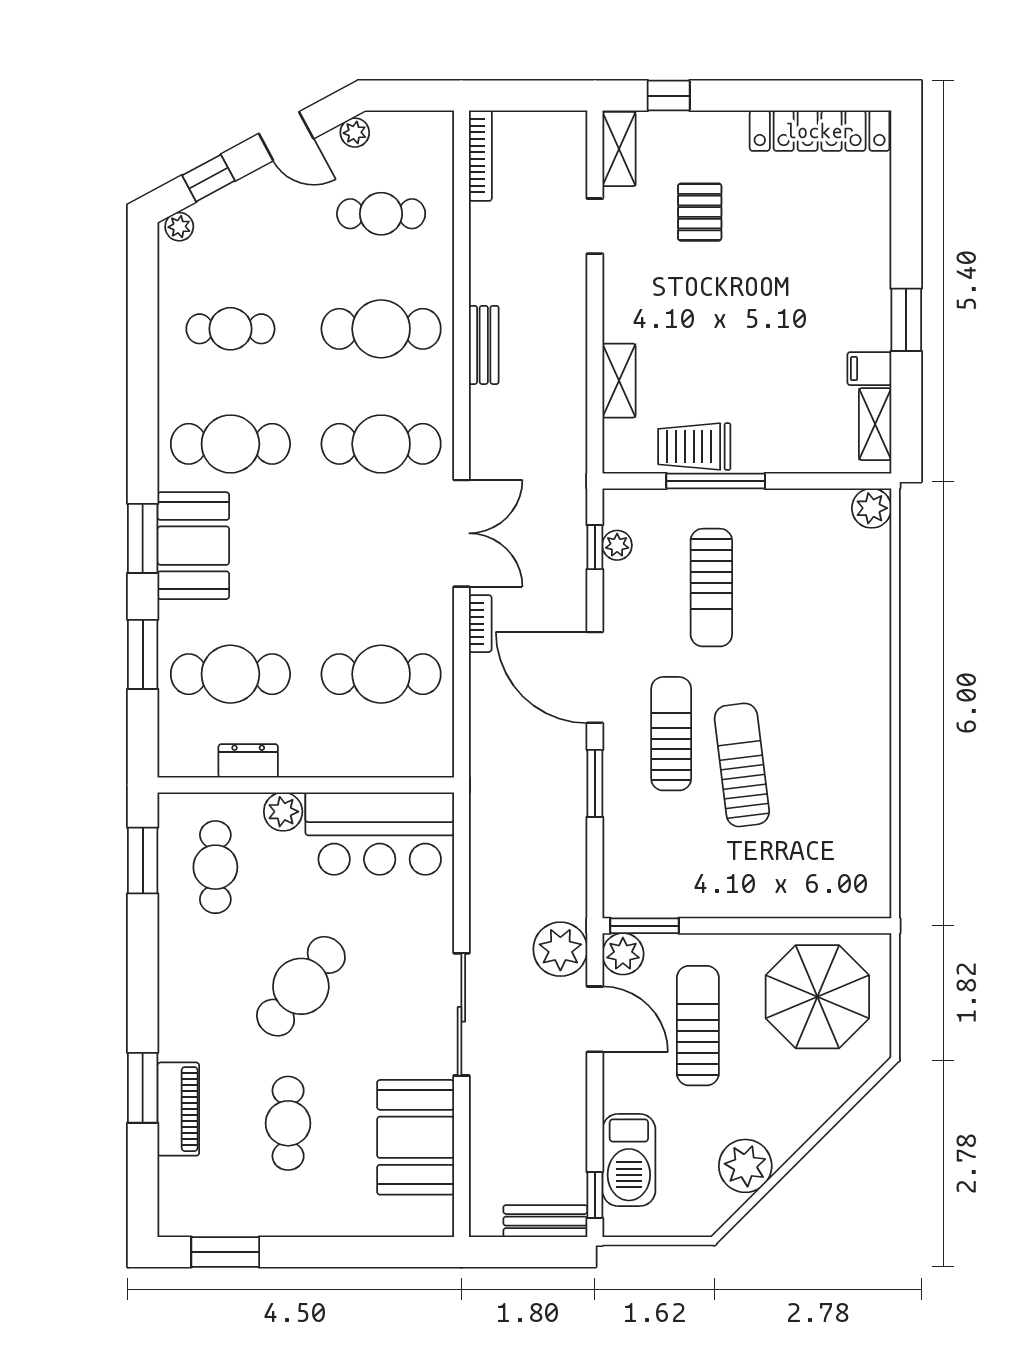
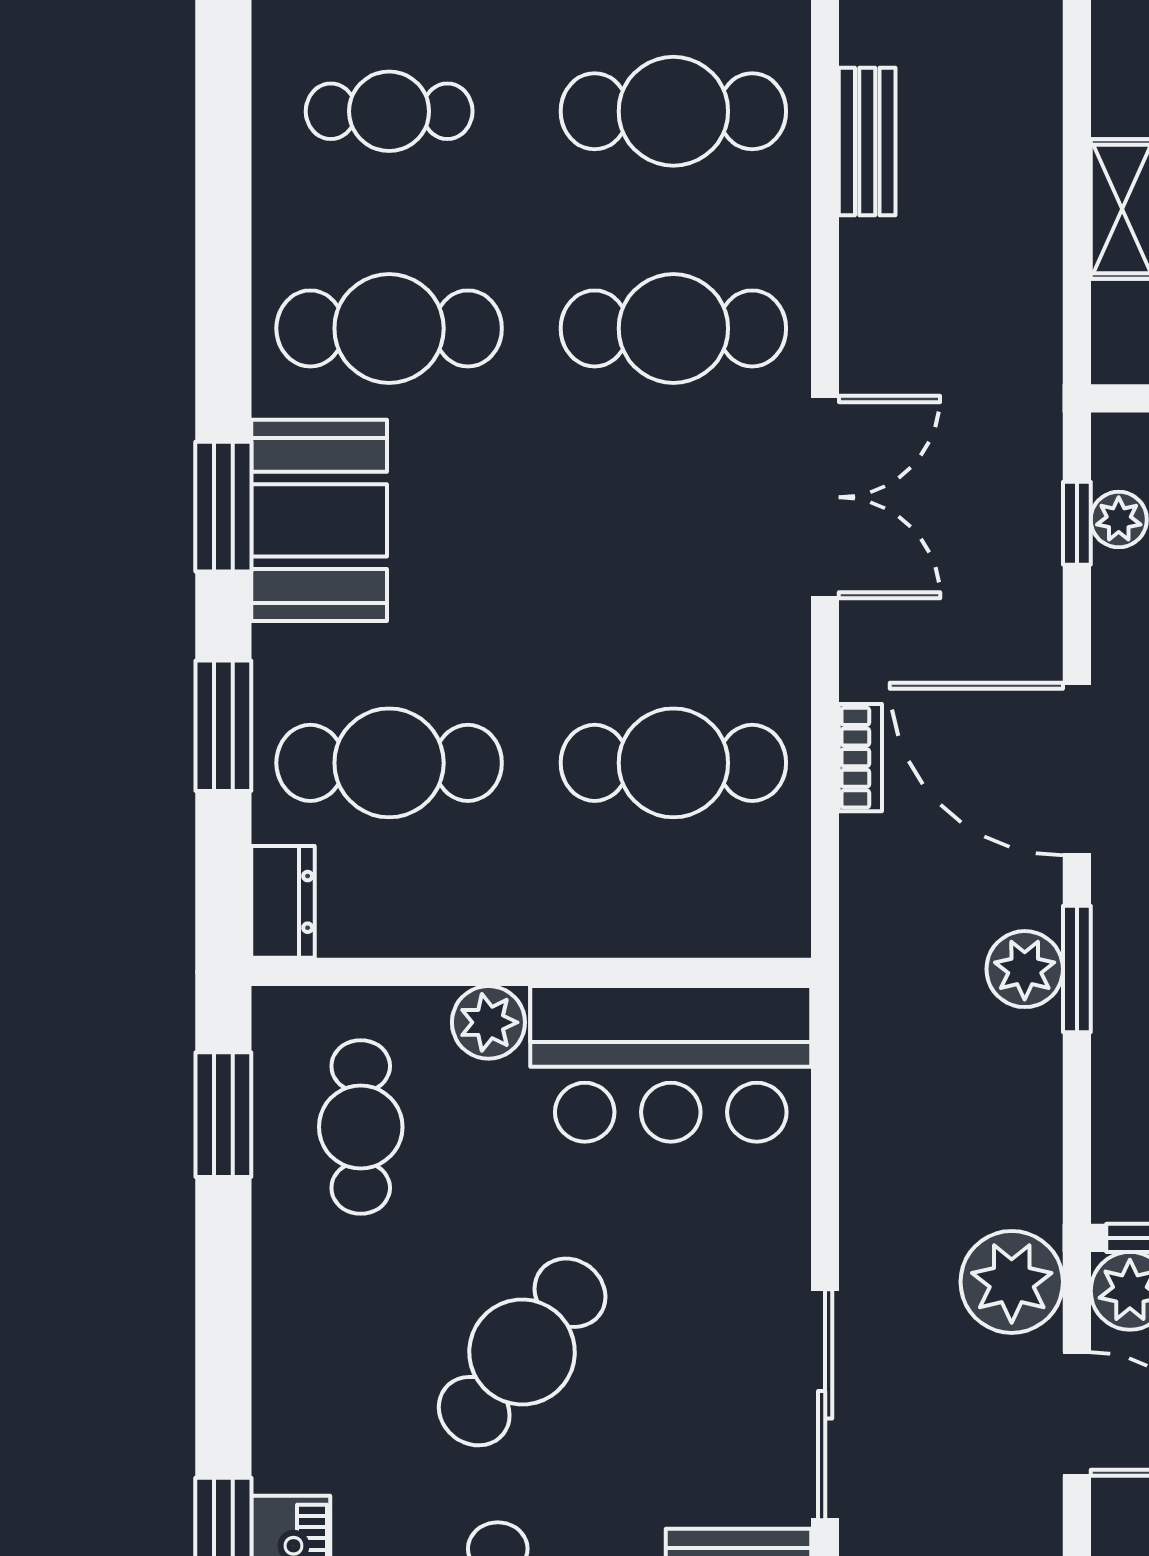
bookcase: (480, 624) -> (860, 758), moved
dresser: (248, 761) -> (283, 902), moved, turned 90
plant: (567, 783) -> (1025, 969), added

